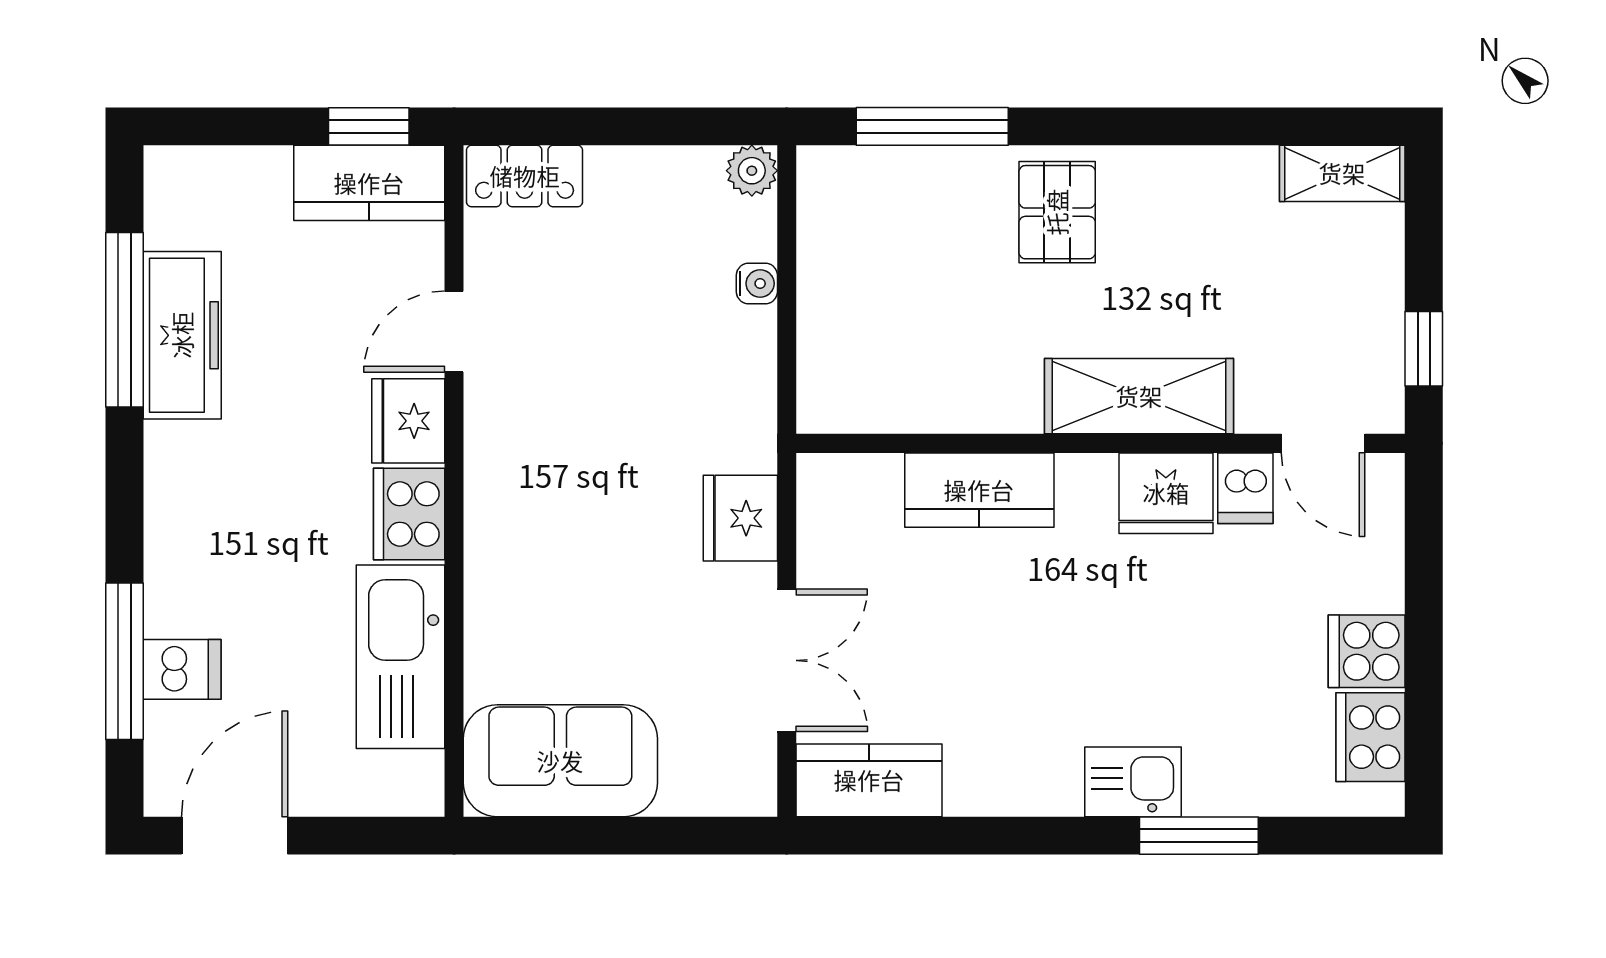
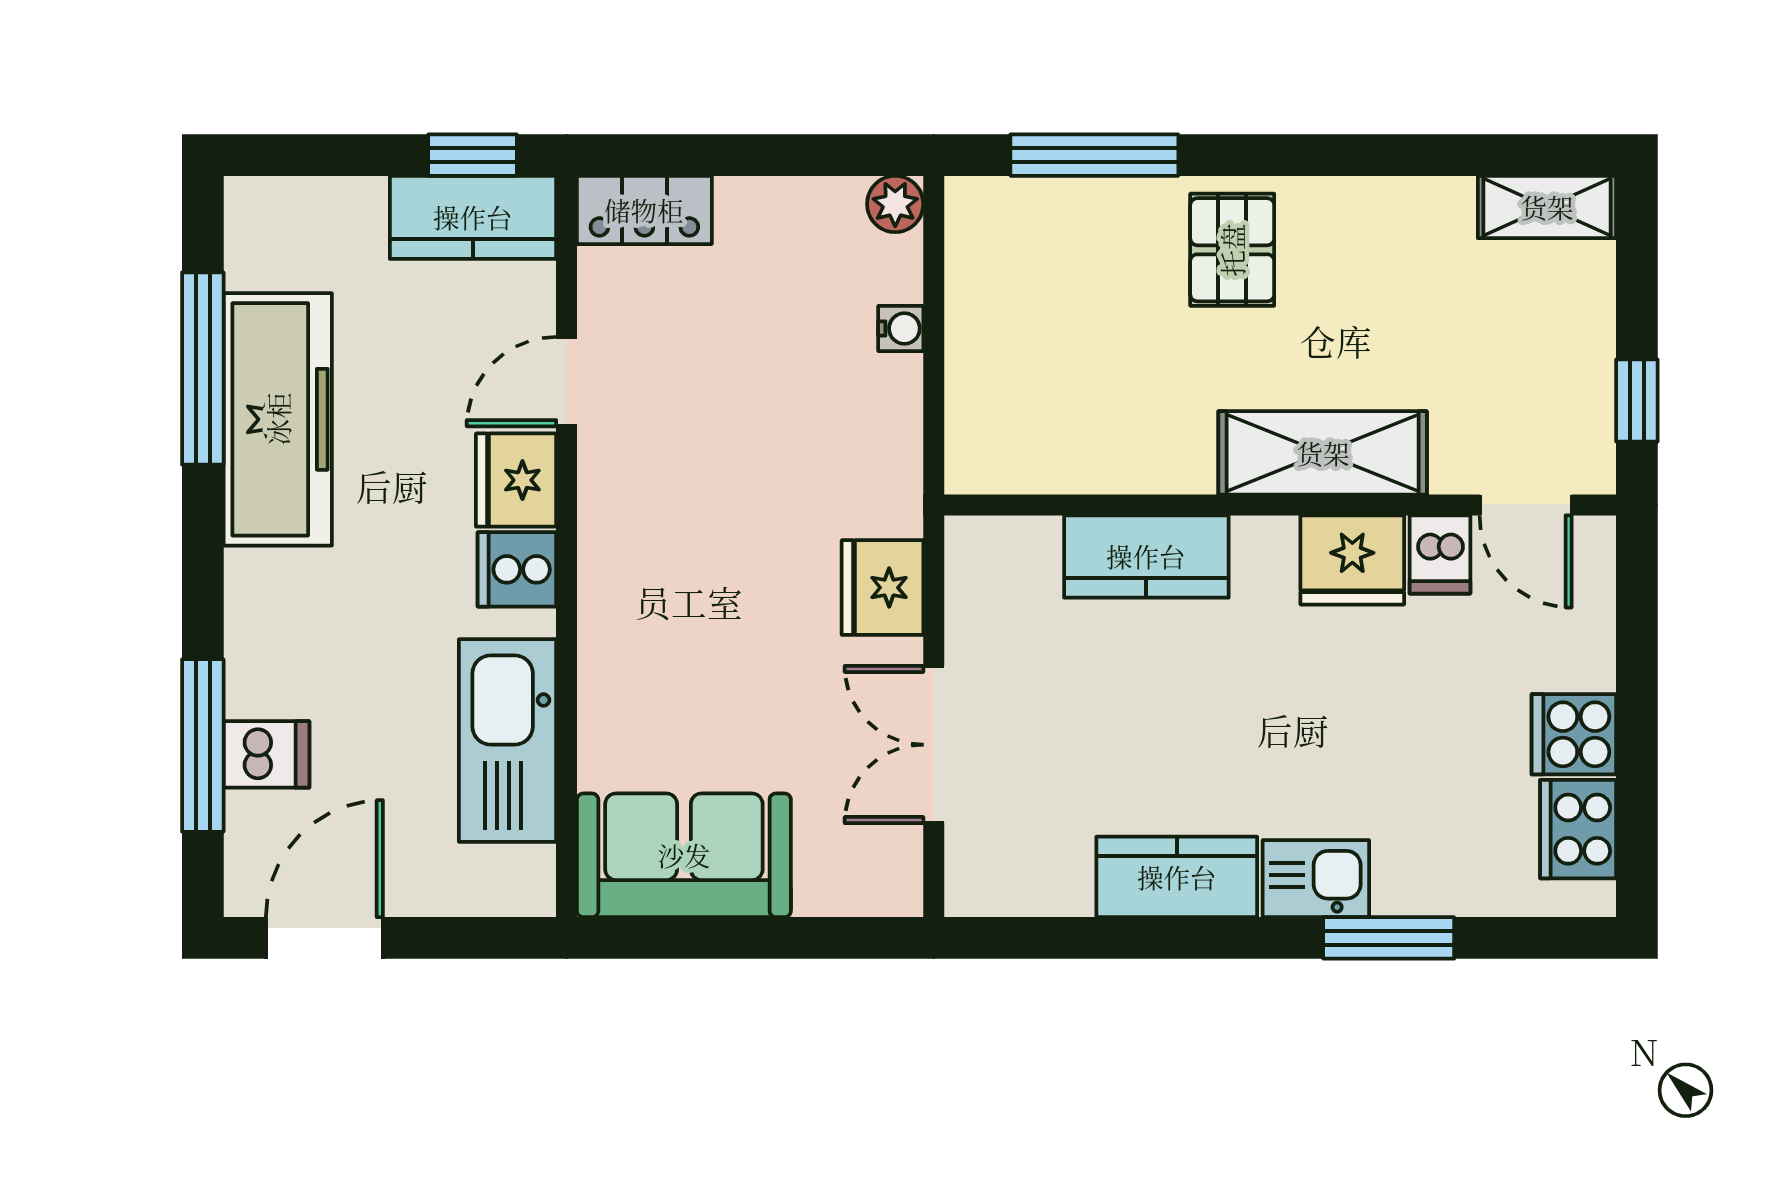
freezer: (182, 335) -> (278, 419), width x1.36, depth x1.26
cooker: (409, 514) -> (517, 569), width x0.73
double door: (787, 660) -> (934, 745), swing flipped
kitchen counter: (869, 780) -> (1177, 877), moved

